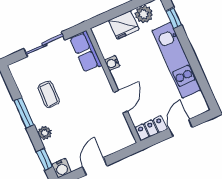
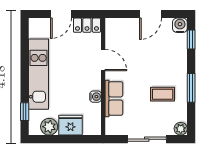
row of seats: (86, 52) -> (114, 99), moved
coffee table: (49, 94) -> (163, 94), turned 90
door: (121, 102) -> (103, 60), swing flipped
plant: (45, 133) -> (181, 129), moved

